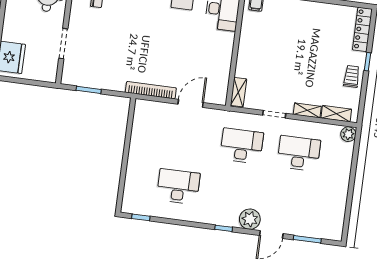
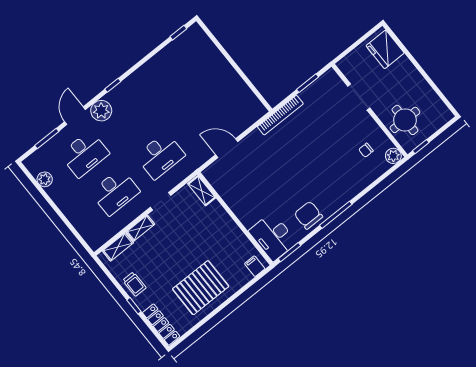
pallet: (309, 26) -> (201, 288), added
bookcase: (151, 90) -> (280, 115), moved
door: (191, 103) -> (227, 148), swing flipped
plant: (348, 134) -> (45, 179), moved
desk: (178, 186) -> (84, 154), moved

